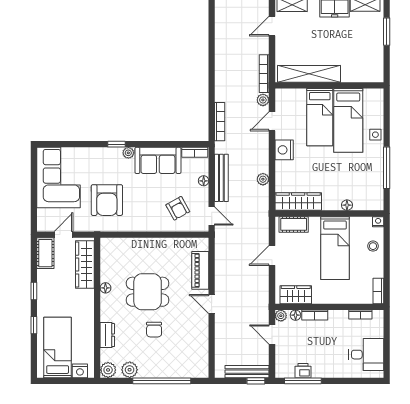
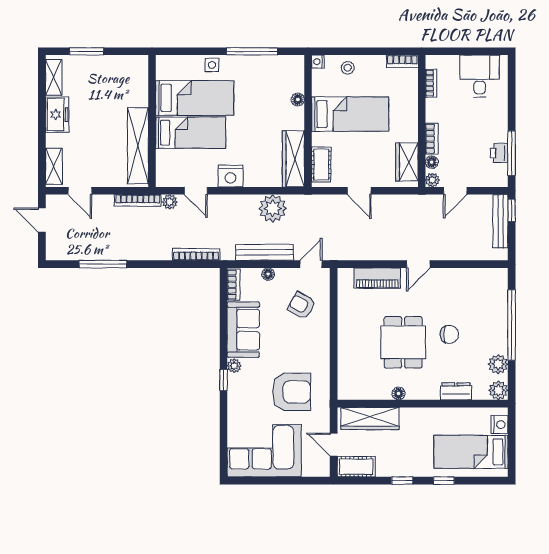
window: (212, 45) -> (103, 264), added
plant: (263, 179) -> (273, 208), width x1.88, depth x1.88
armchair: (178, 208) -> (302, 305), turned -122

